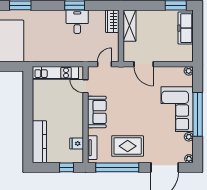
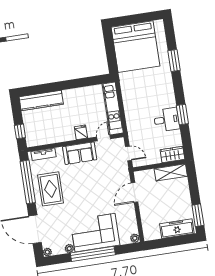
fridge: (77, 143) -> (81, 132), moved

